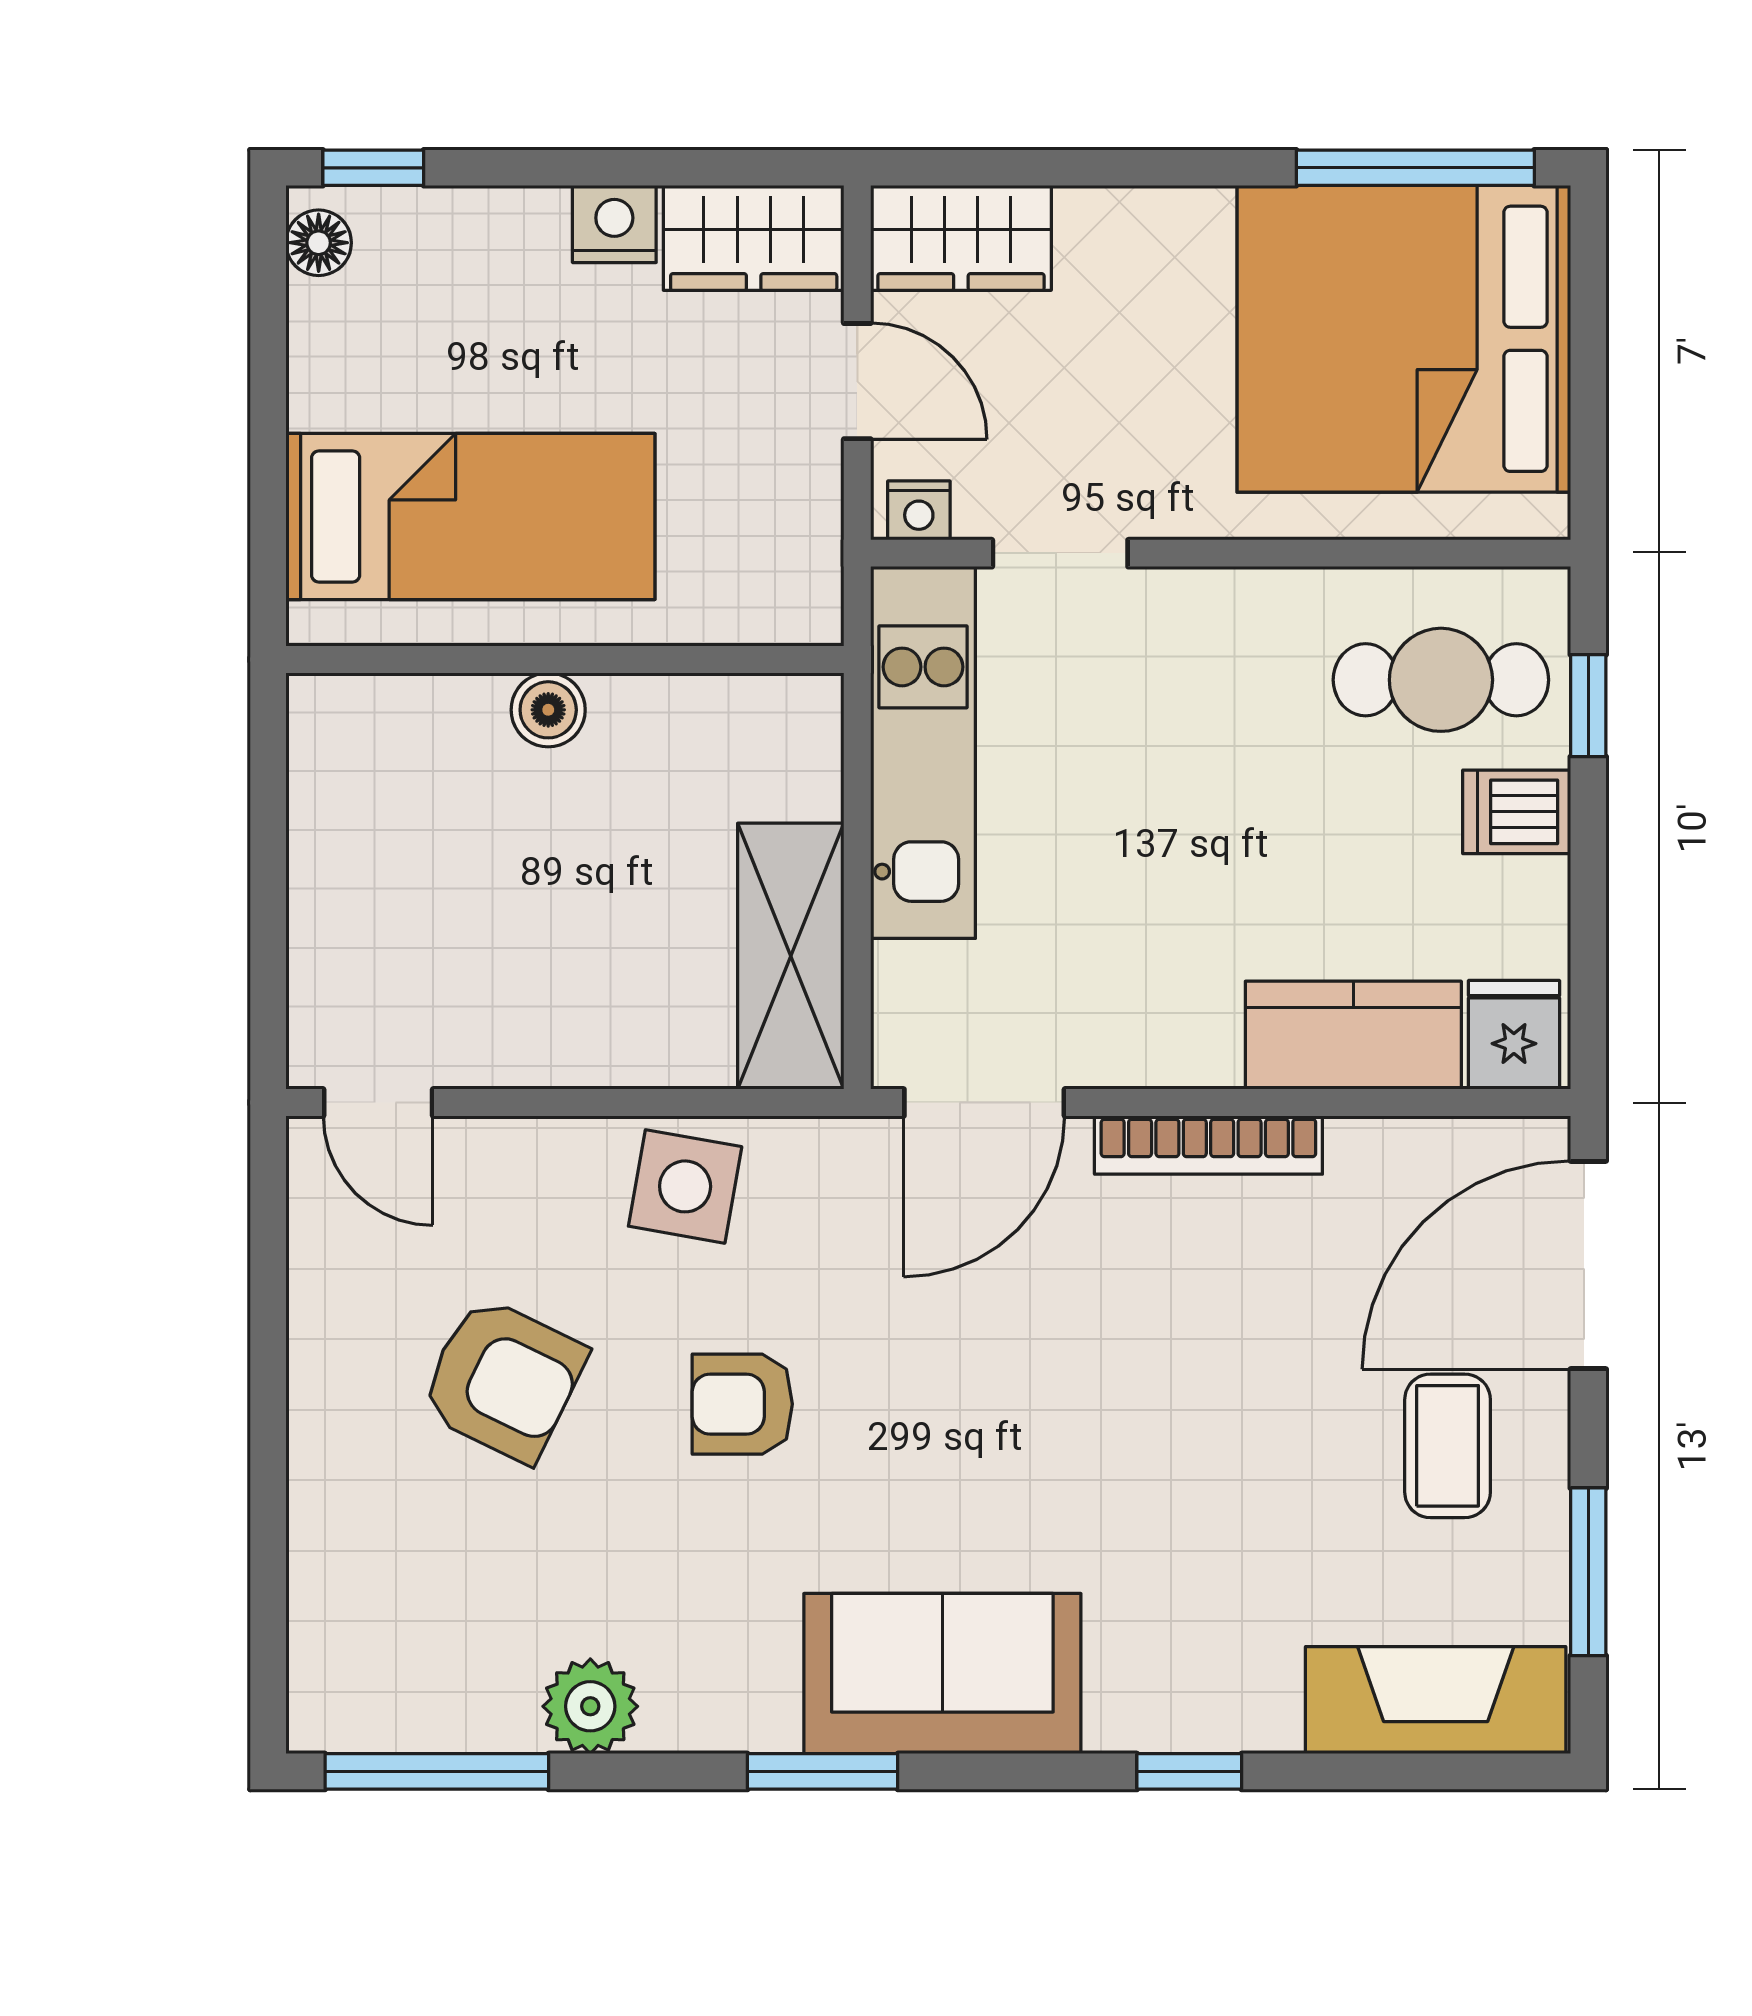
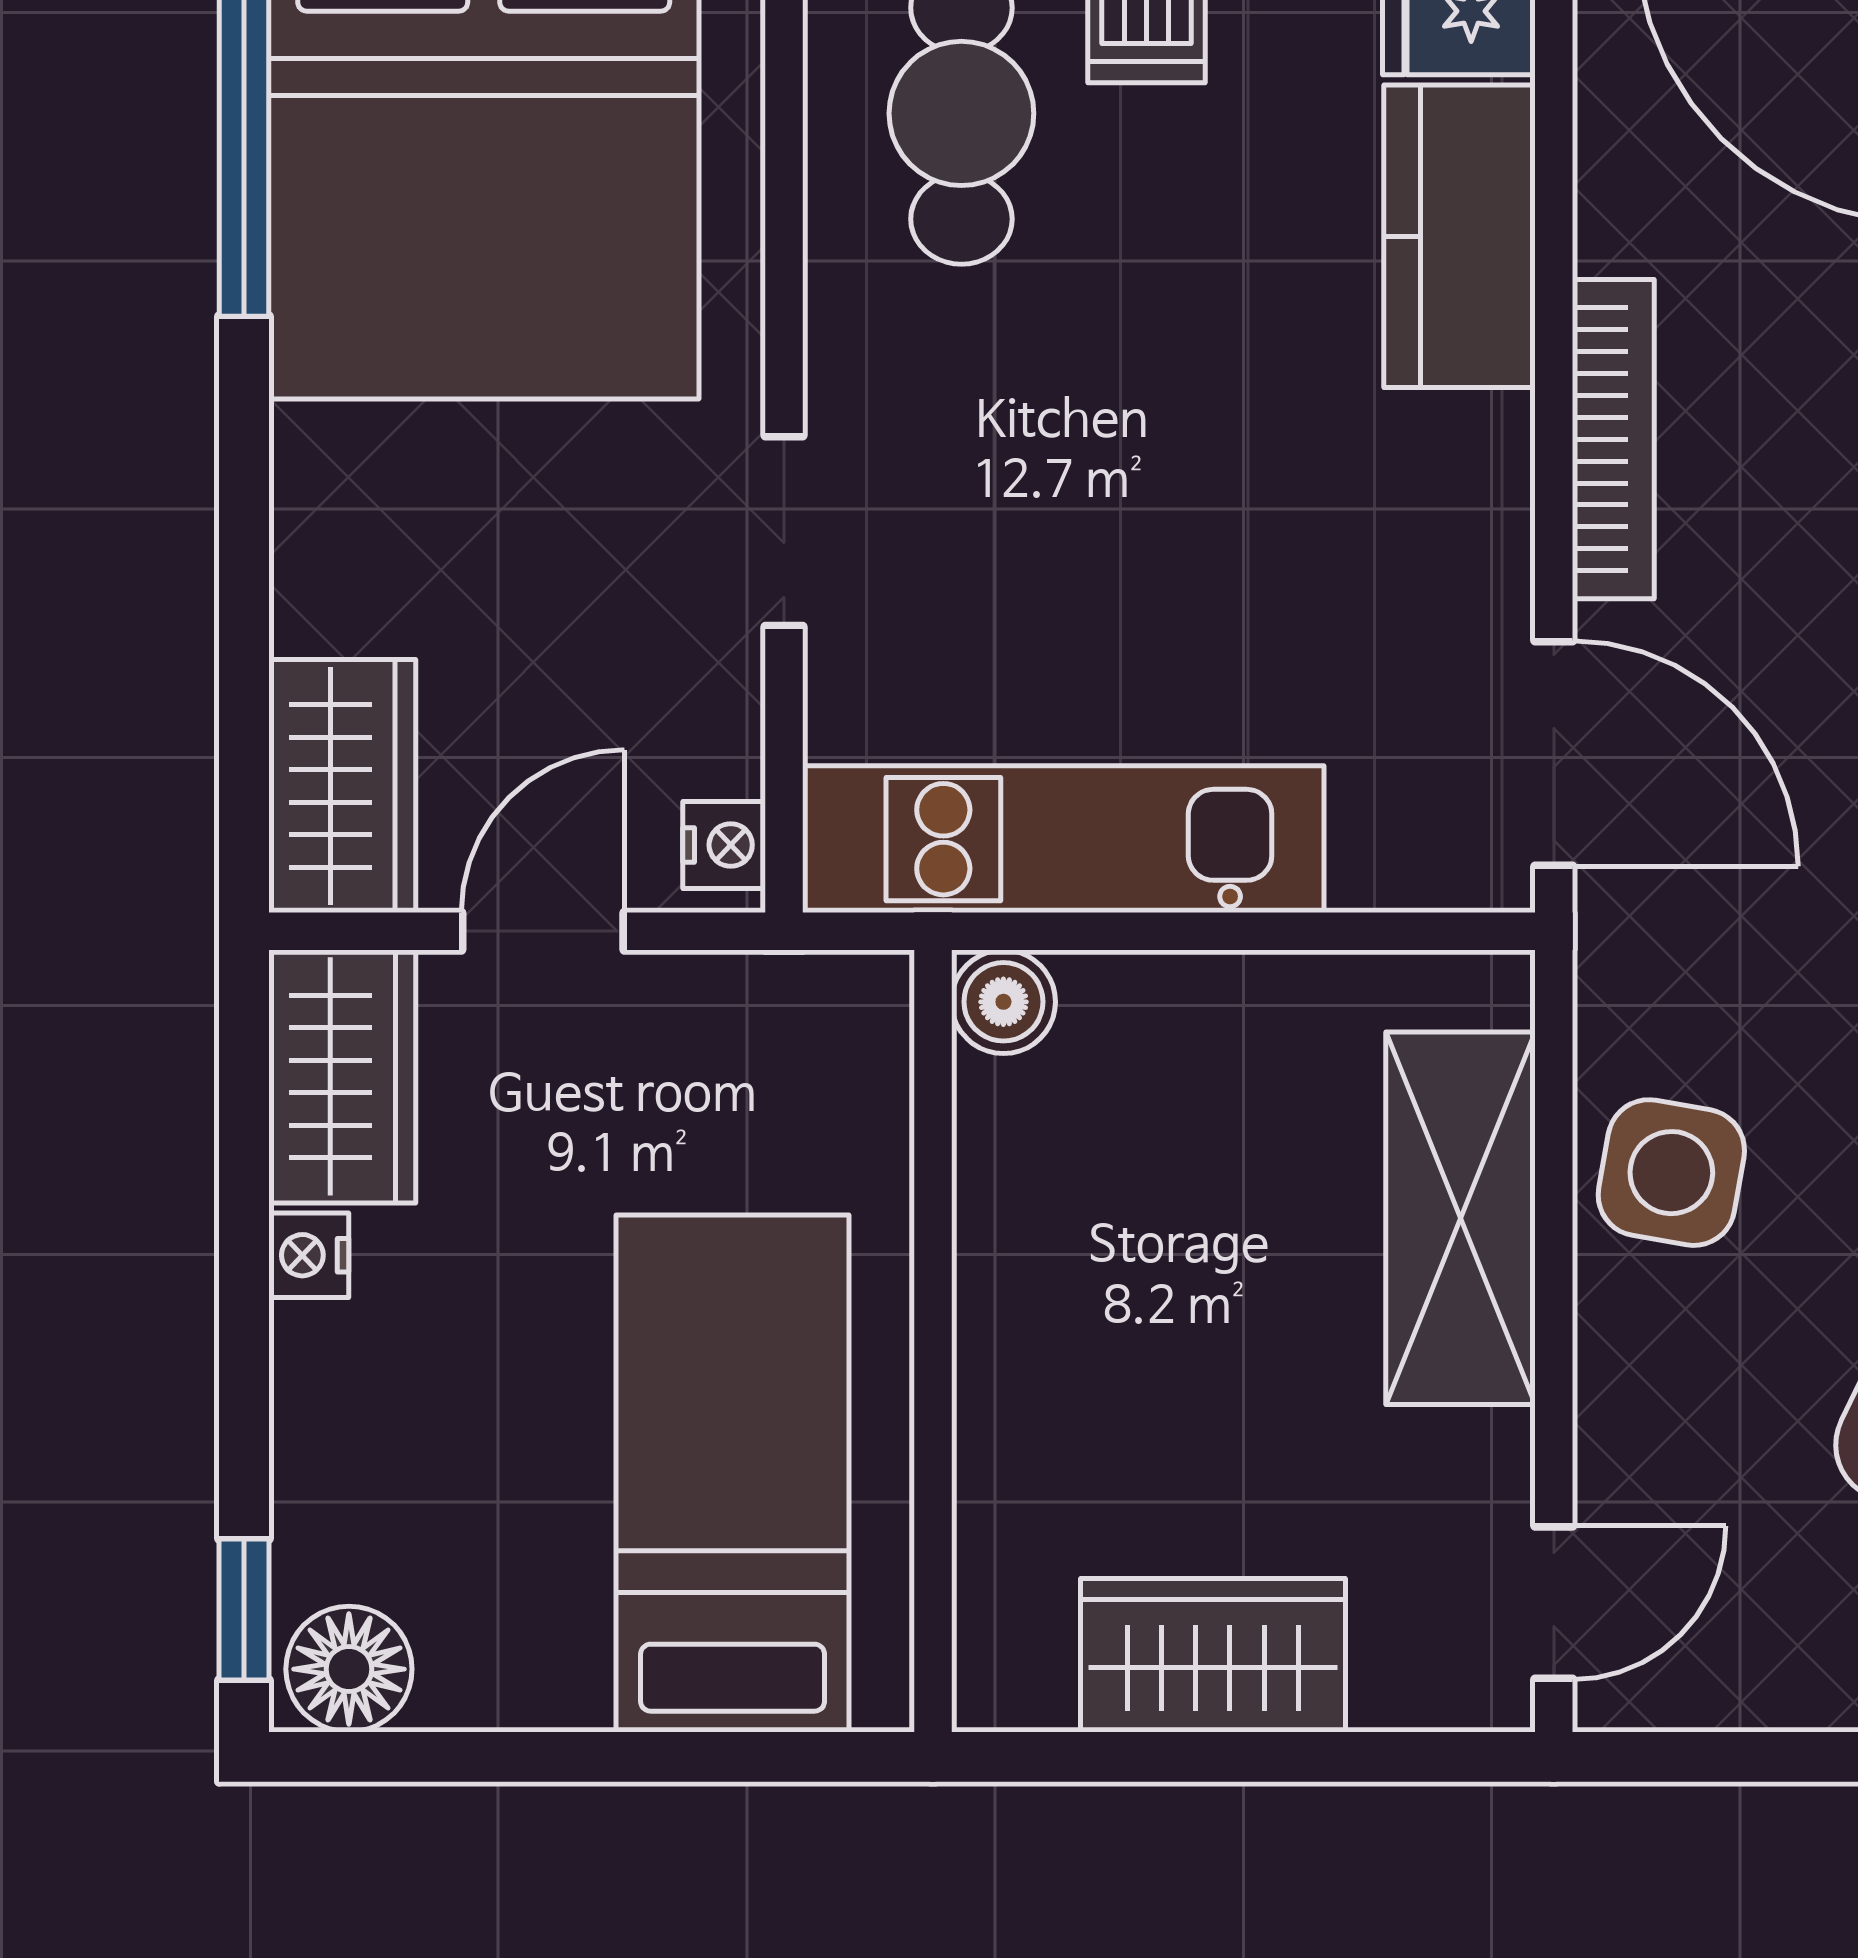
nightstand: (614, 224) -> (309, 1255), width x0.72, depth x0.74
floor lamp: (319, 243) -> (349, 1669), width x1.37, depth x1.37
doorway: (1060, 553) -> (784, 531), moved
boiler: (548, 710) -> (1003, 1002), moved
wardrobe: (341, 859) -> (1213, 1655), added
shelving: (791, 956) -> (1461, 1218), moved, turned 90

